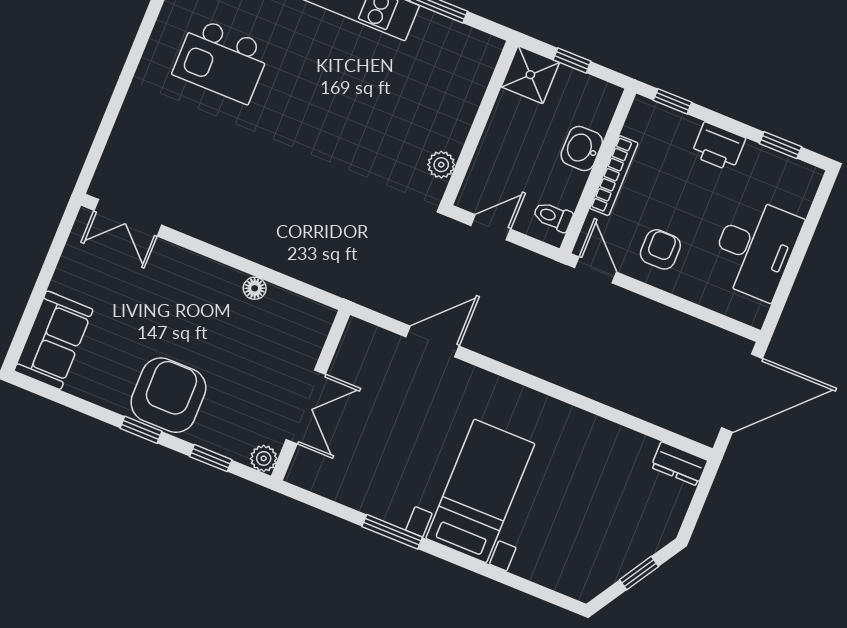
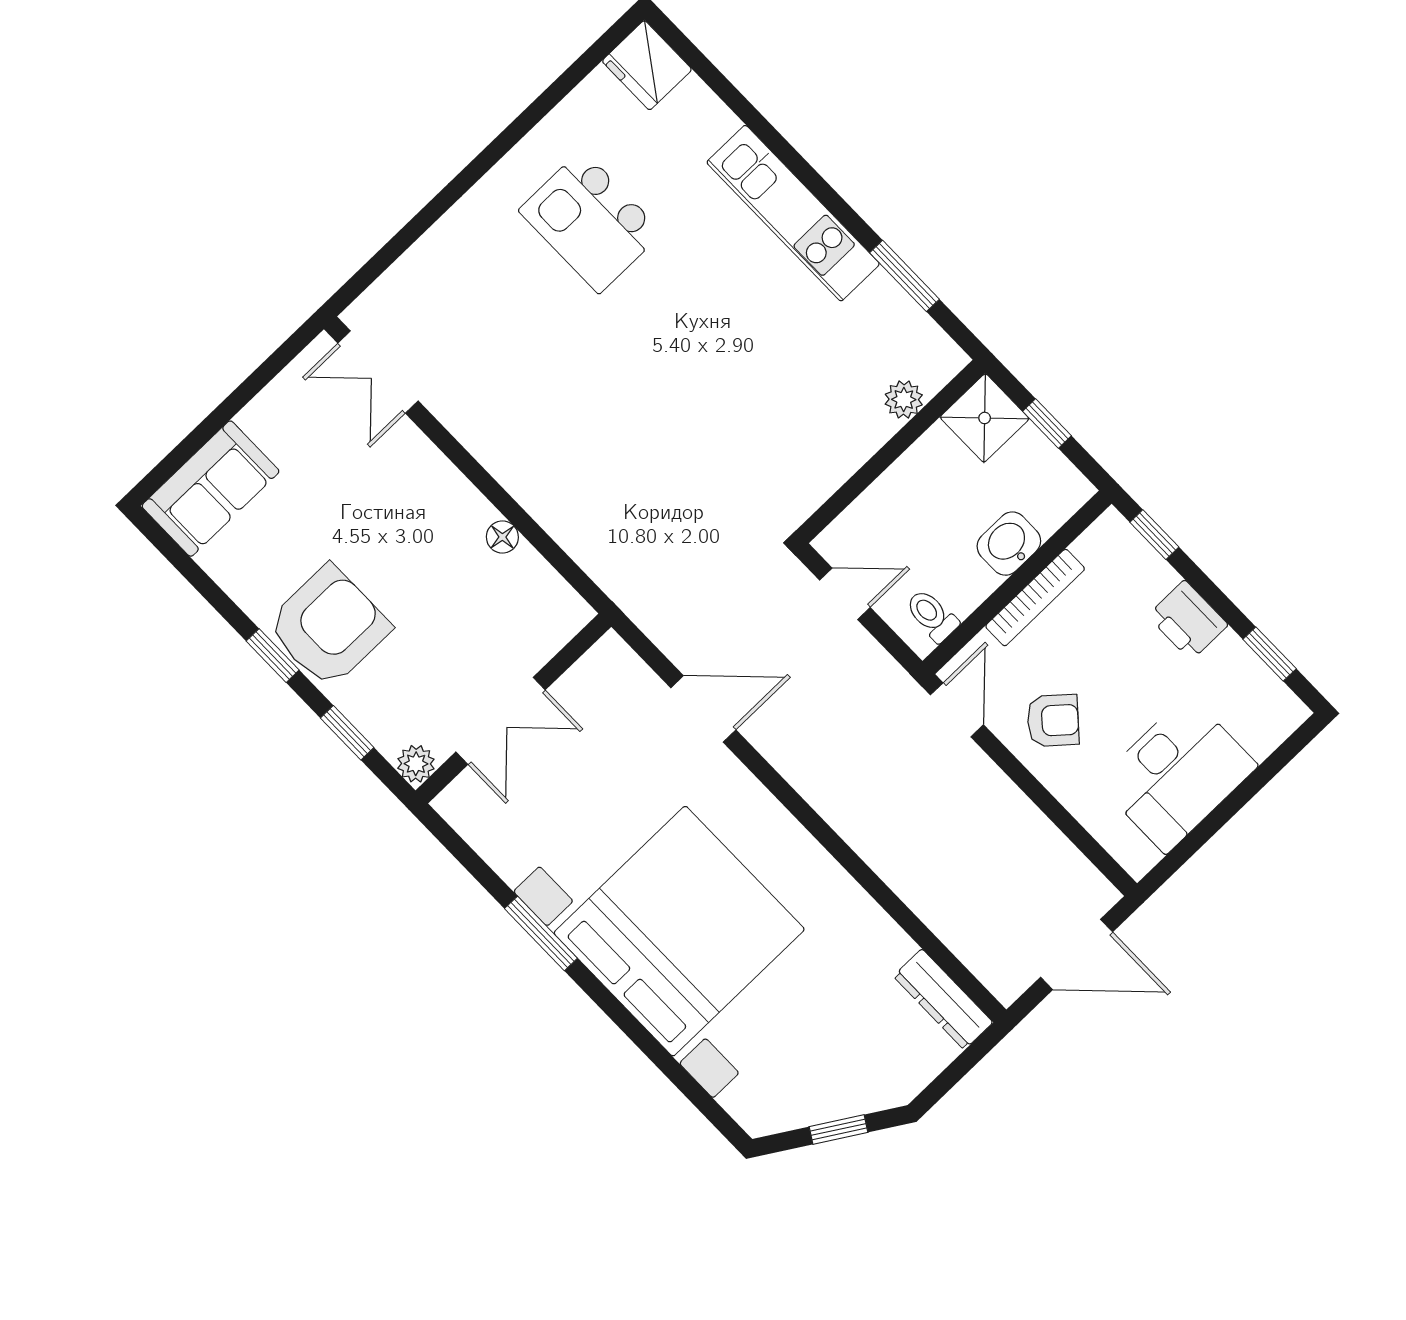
plant: (441, 165) -> (904, 399), moved
armchair: (660, 249) -> (1053, 721), turned 41
door: (742, 393) -> (1077, 955), width x0.73
dresser: (679, 464) -> (943, 999), width x1.44
bed with nightstands: (480, 491) -> (679, 931), width x1.85

